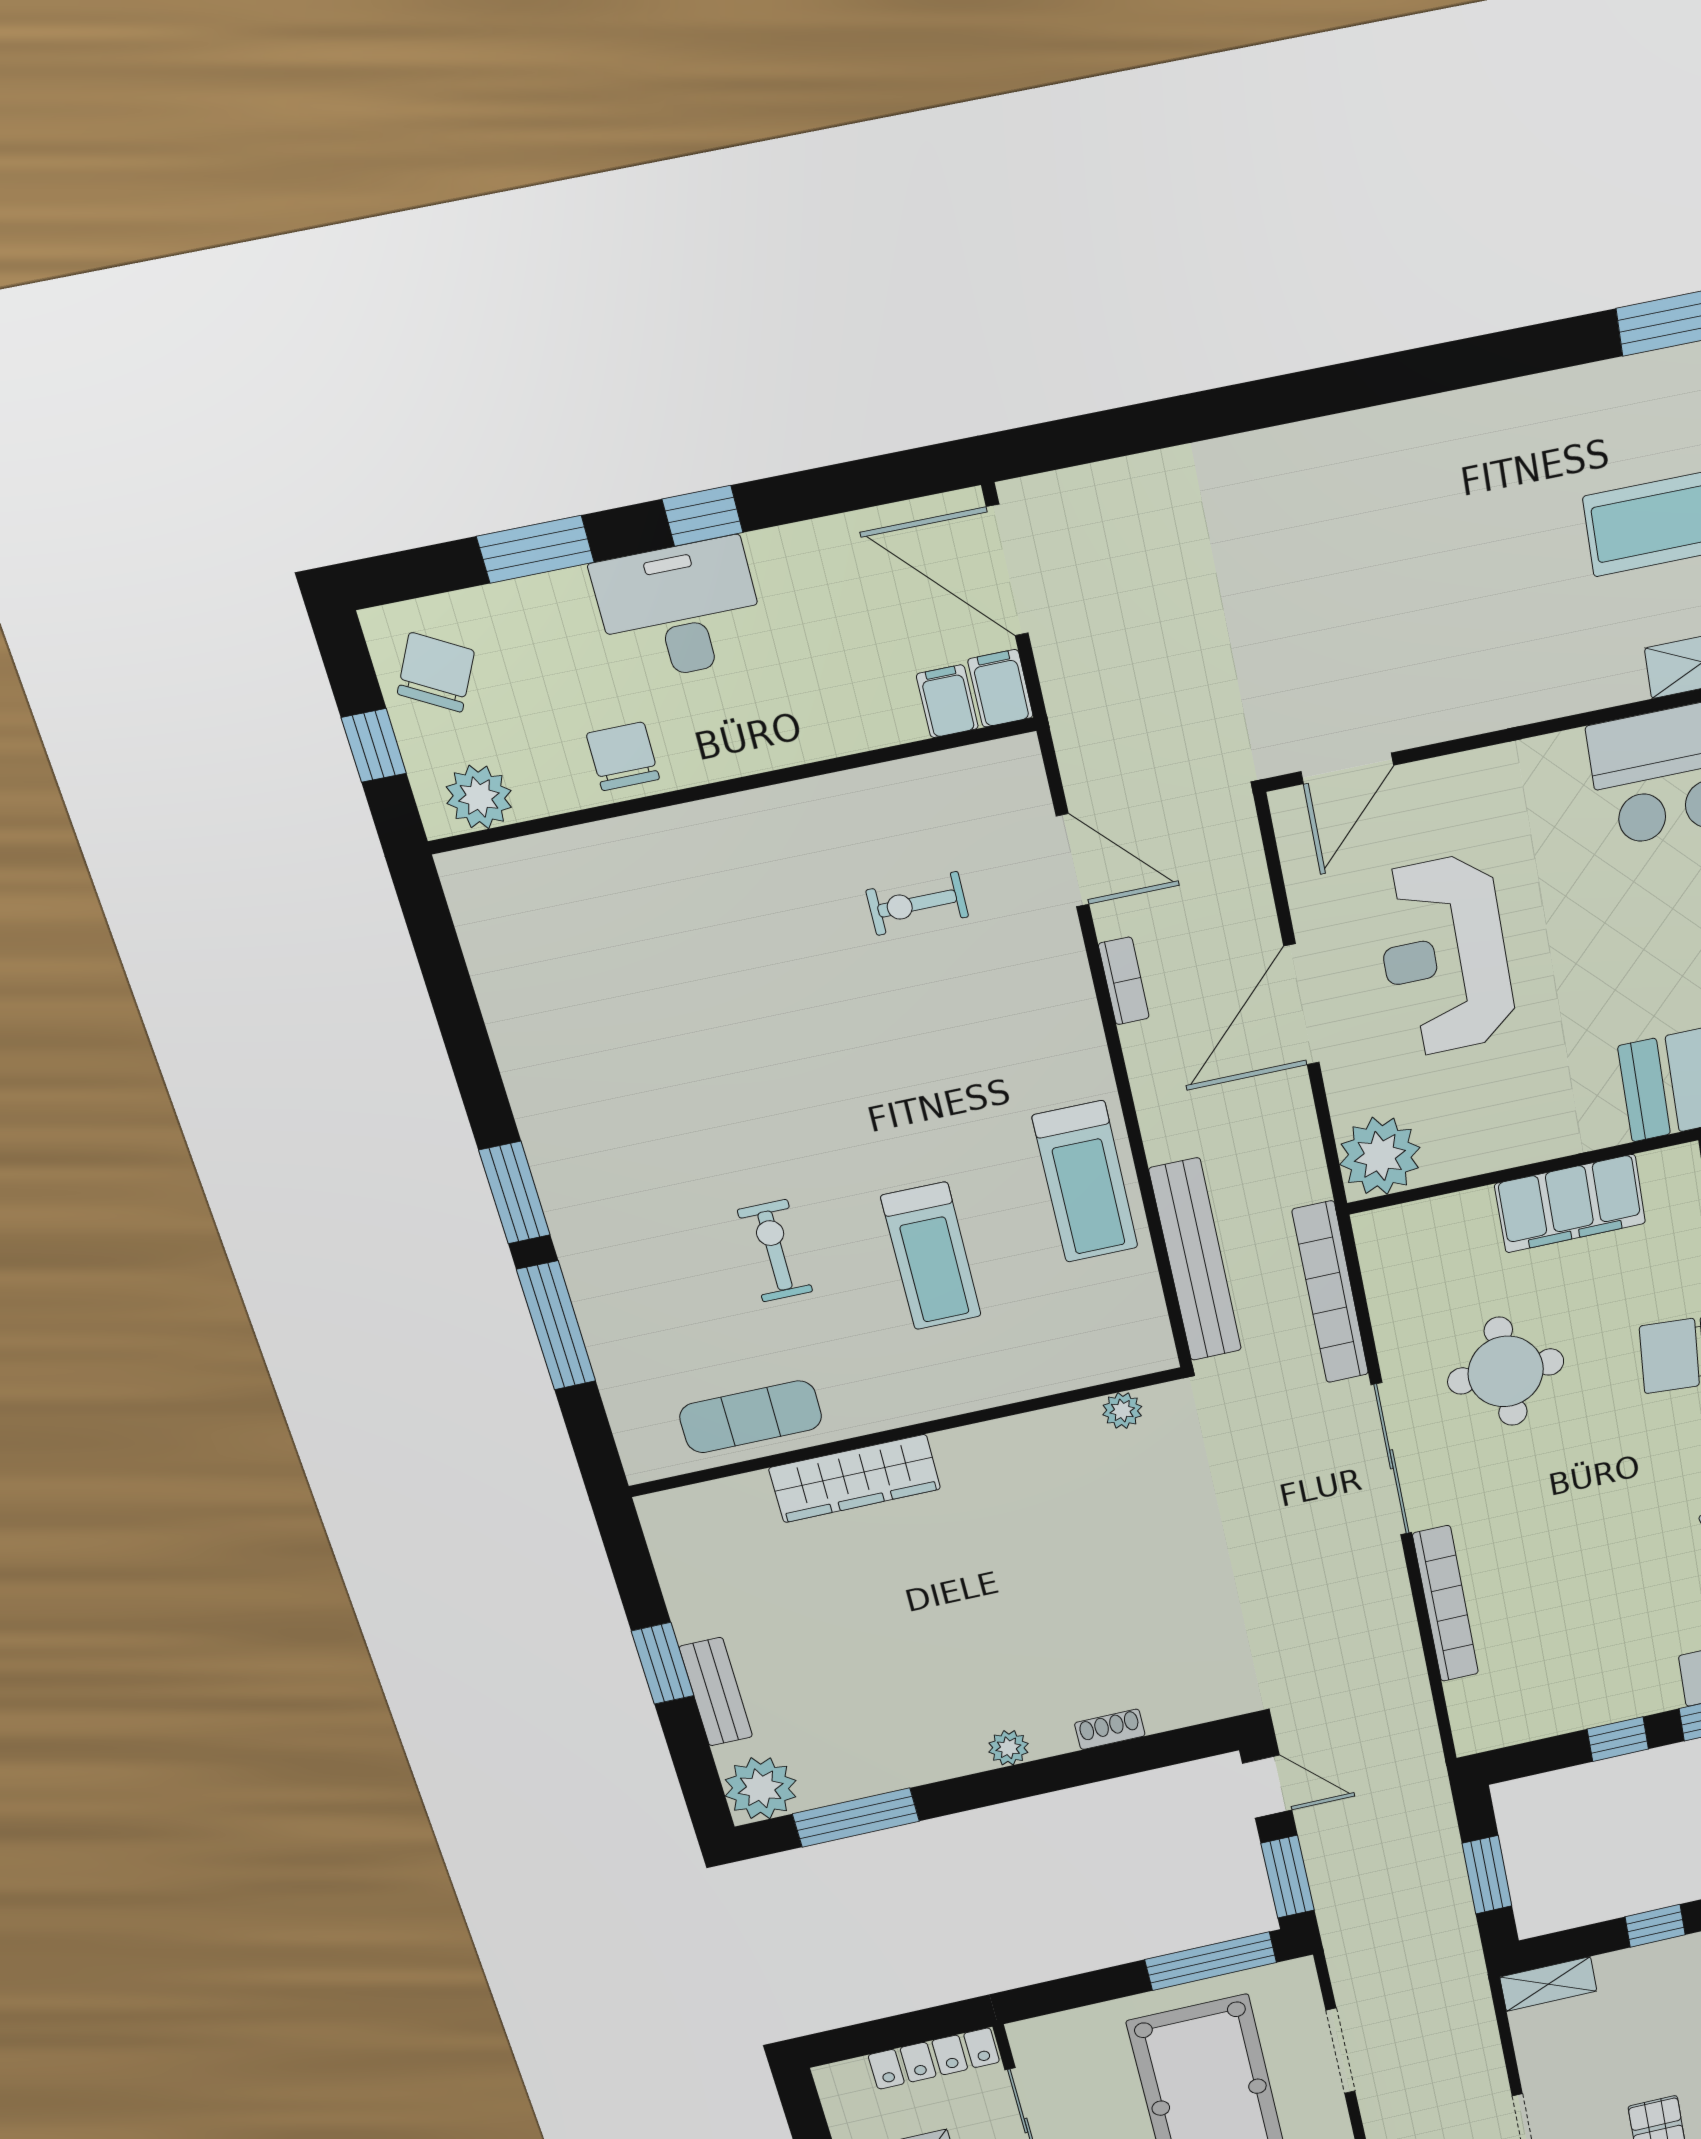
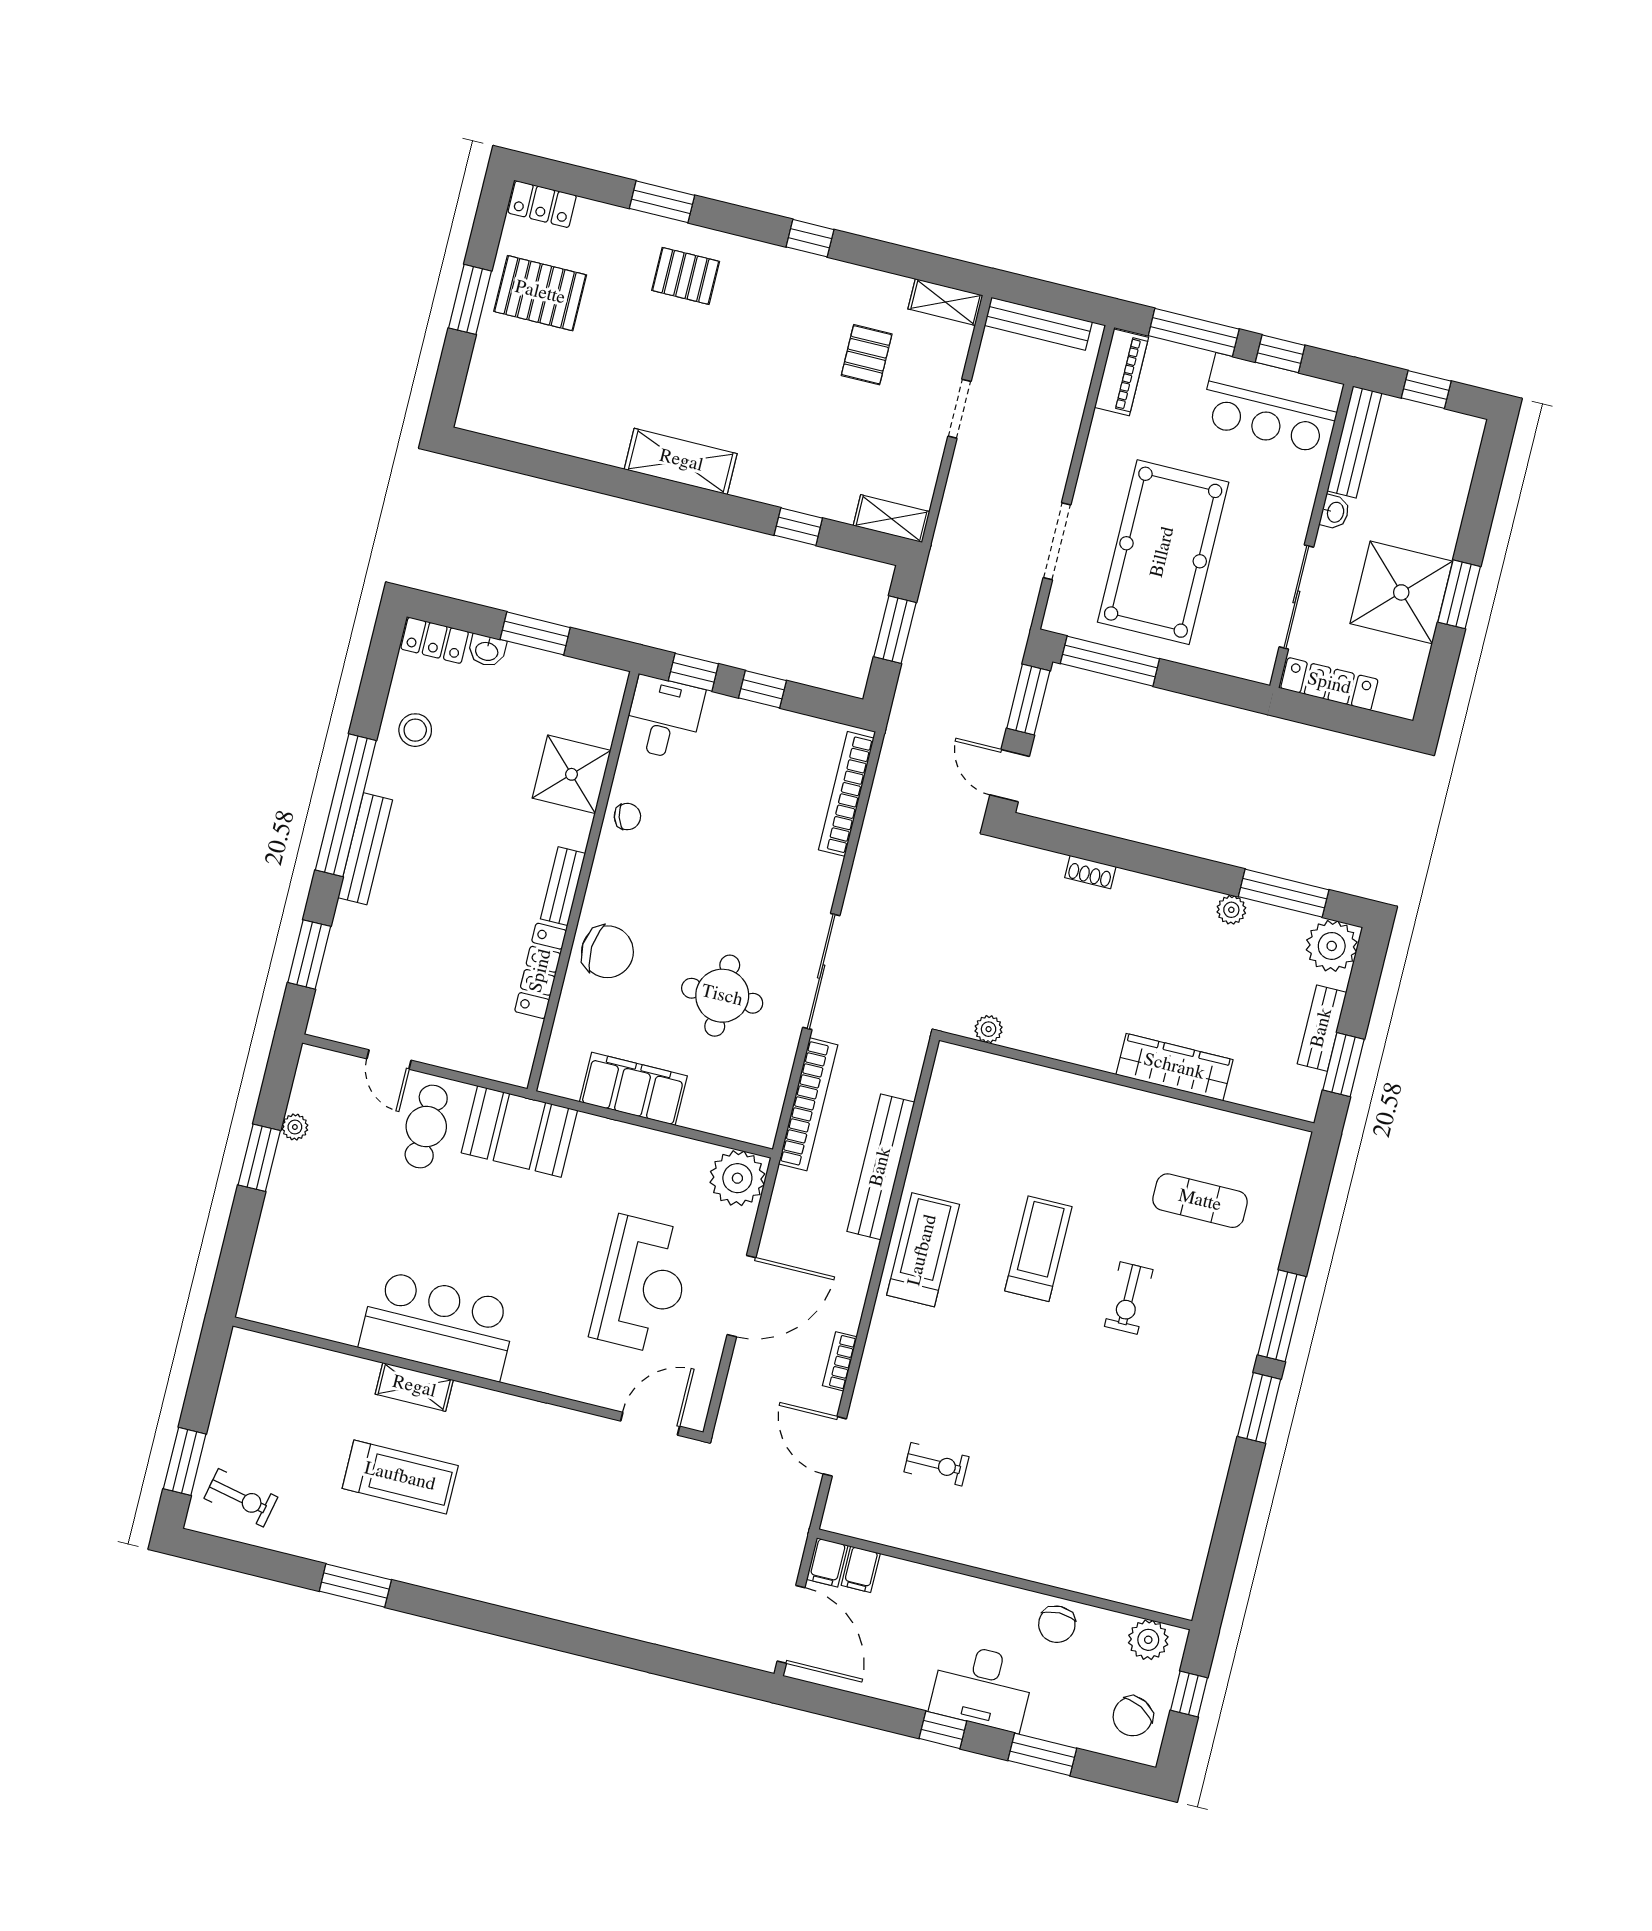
plant: (1122, 1411) -> (989, 1029), moved
wall: (907, 1432) -> (1127, 1082), moved
wardrobe: (855, 1479) -> (1174, 1067), moved
bookcase: (1446, 1604) -> (846, 794), moved
plant: (1008, 1748) -> (1231, 910), moved

